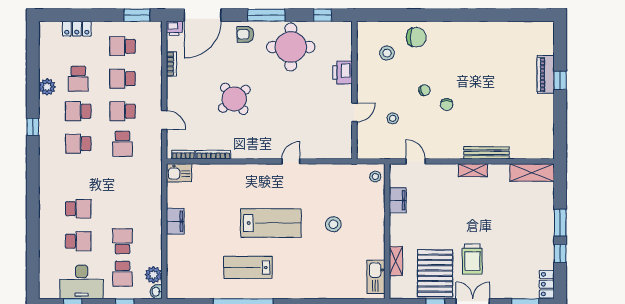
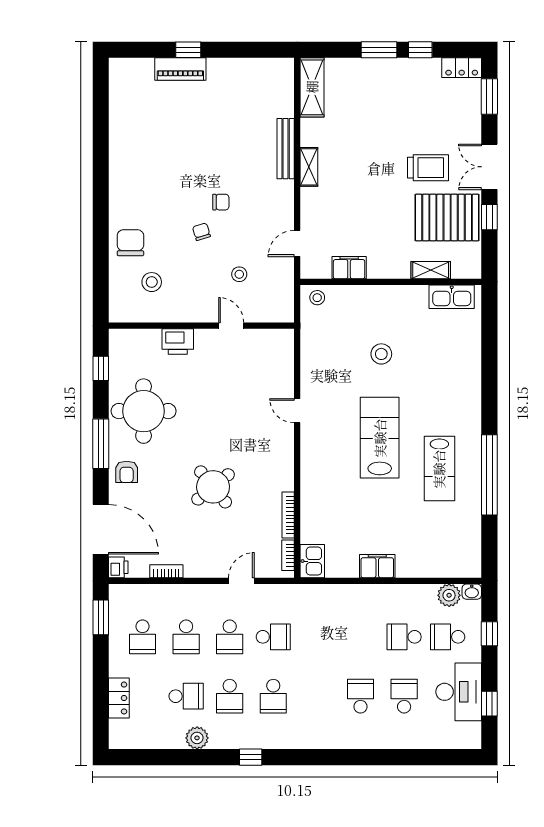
school desk: (122, 274) -> (448, 637), turned 180

